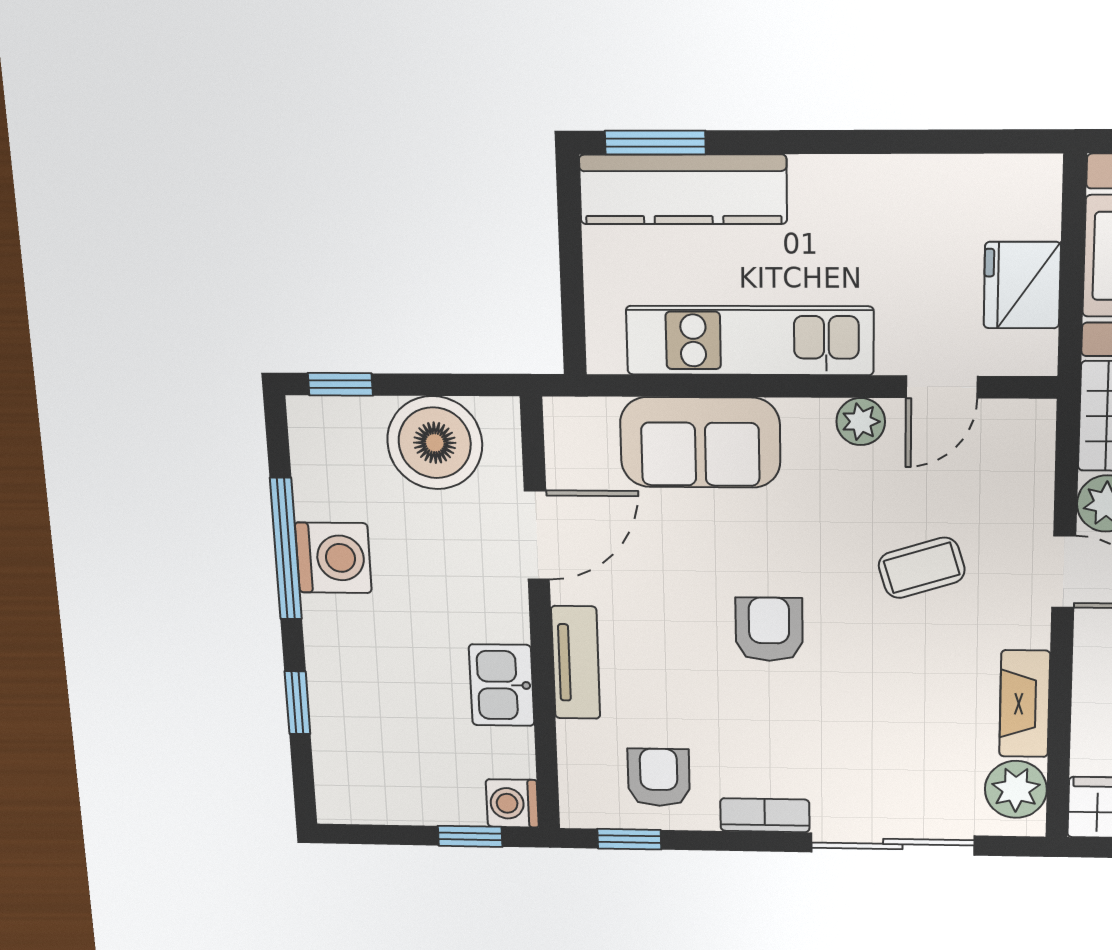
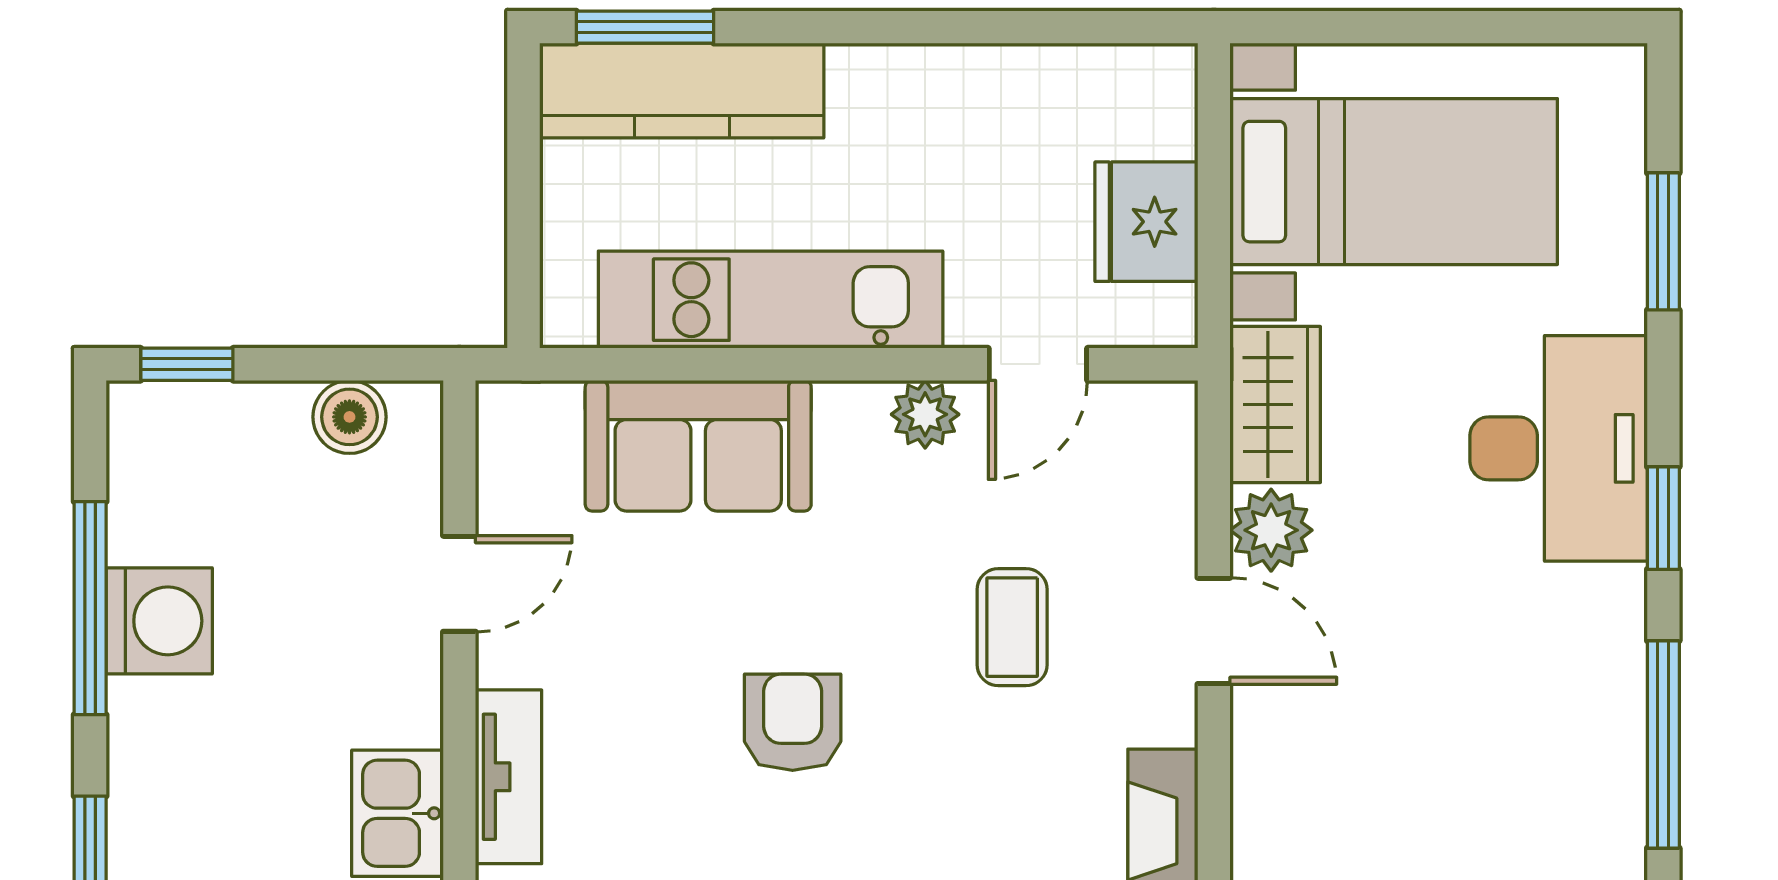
boiler: (435, 443) -> (349, 417), width x0.54, depth x0.54
door: (537, 535) -> (459, 584), width x0.73
coffee table: (922, 568) -> (1012, 627), turned -73

